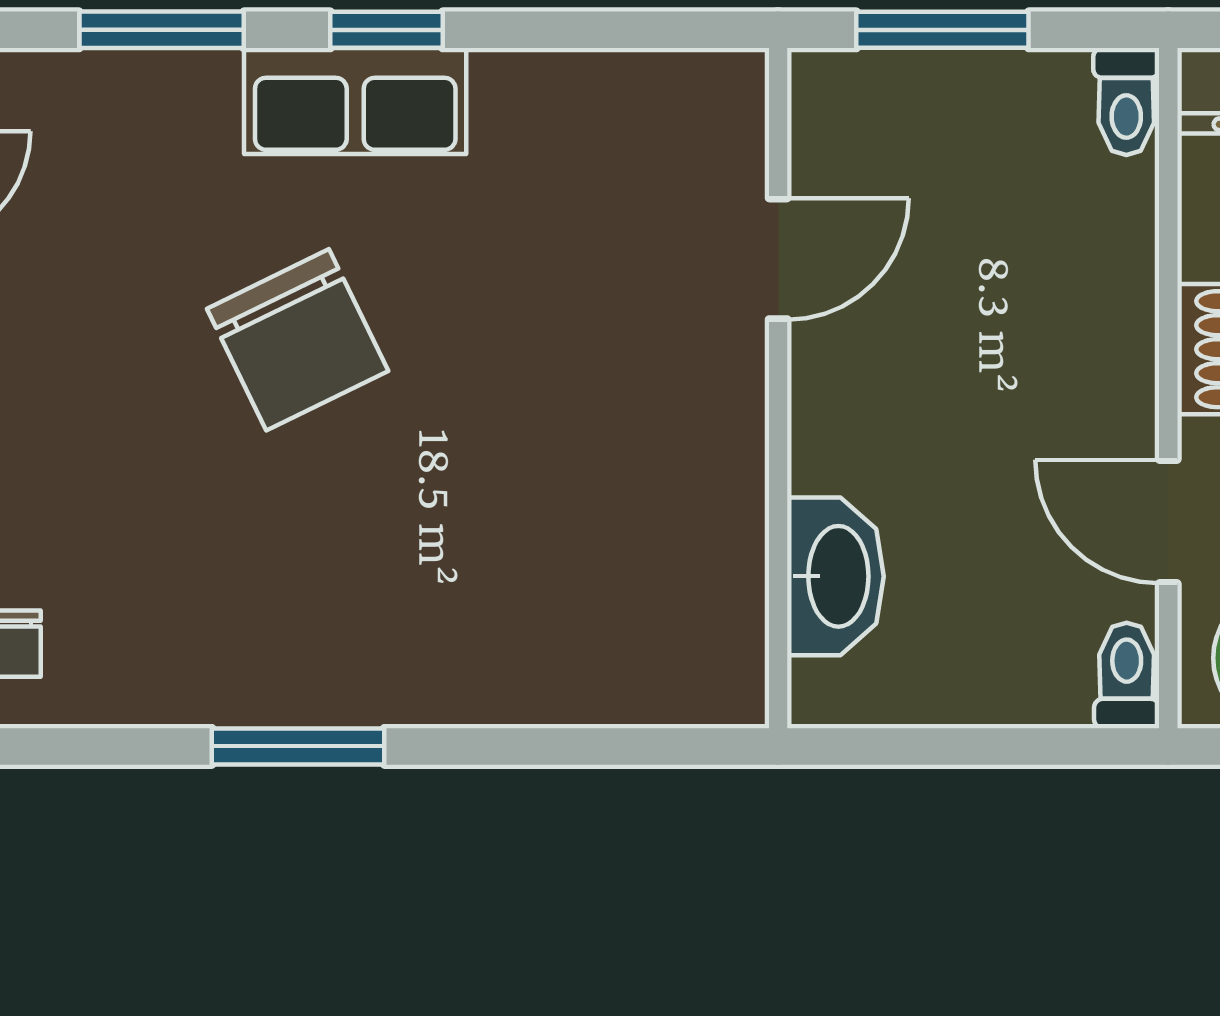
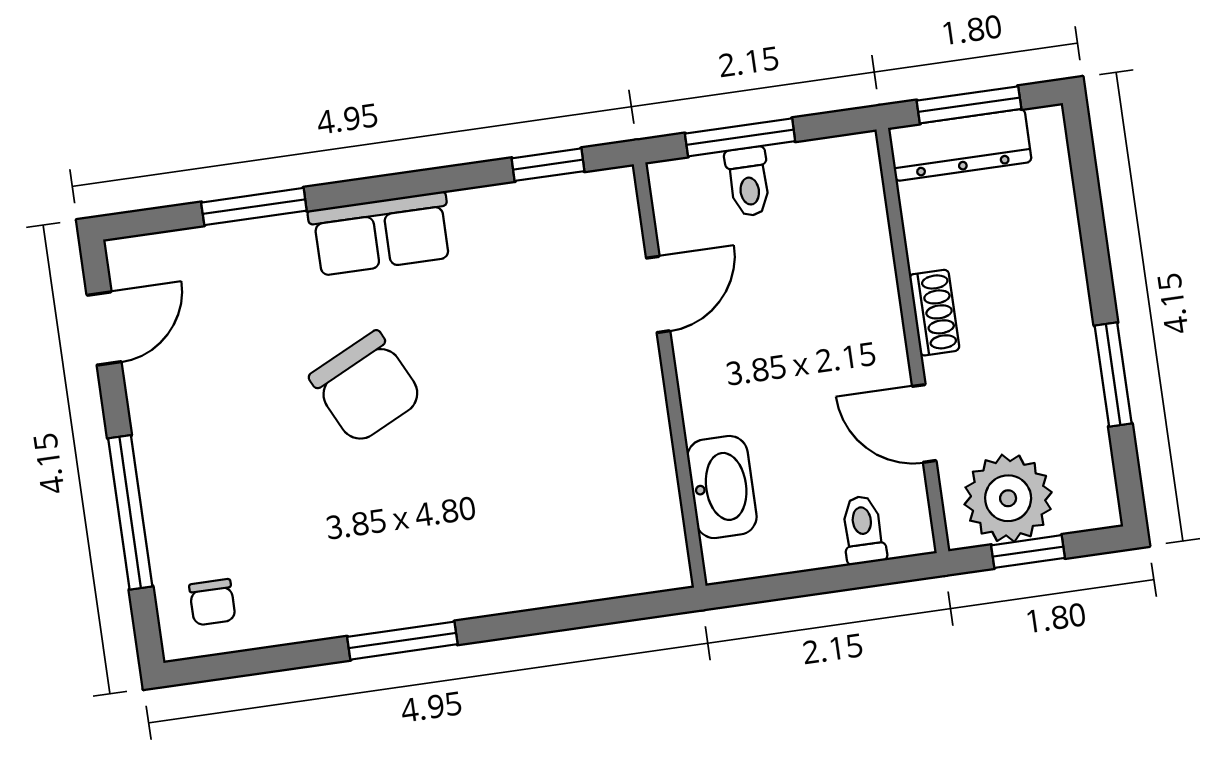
window: (386, 30) -> (548, 165), moved
toilet: (1126, 102) -> (748, 182), moved
toilet: (1127, 675) -> (863, 530), moved

